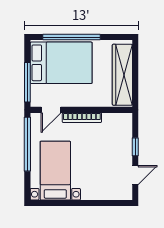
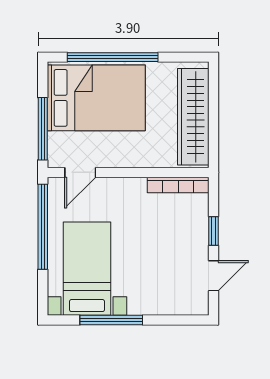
bookcase: (82, 118) -> (178, 185), moved
window: (71, 203) -> (111, 320), added

